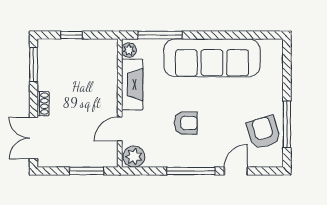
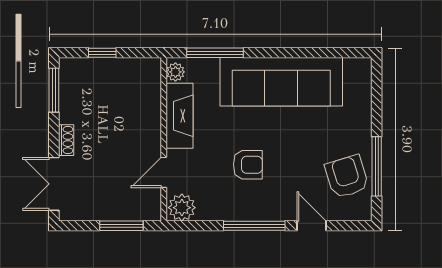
door: (236, 171) -> (312, 226), hinge flipped

